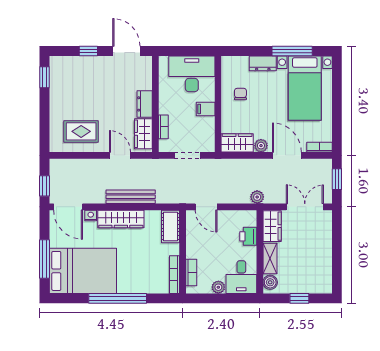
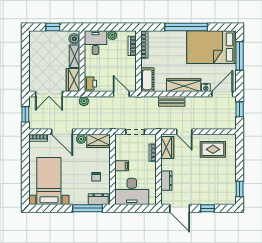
window: (292, 51) -> (88, 208), moved
dresser: (263, 63) -> (98, 199), moved
dresser: (145, 104) -> (166, 181), moved
bench: (131, 197) -> (172, 101), width x0.73
door: (68, 207) -> (222, 94), hinge flipped
printer: (248, 236) -> (90, 84), moved

